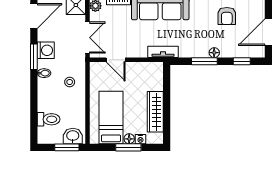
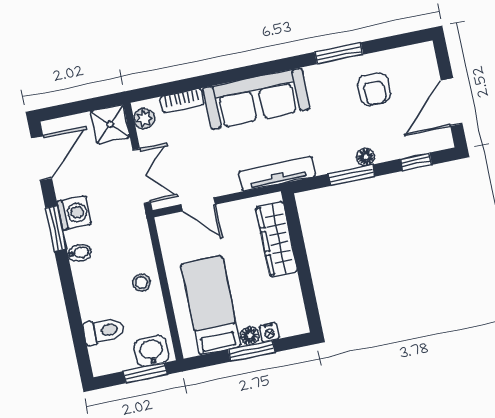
tv unit: (163, 52) -> (277, 174), width x1.41
stool: (70, 82) -> (141, 283), moved
wardrobe: (155, 112) -> (277, 239), moved

